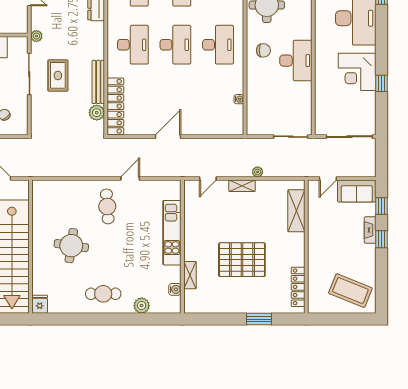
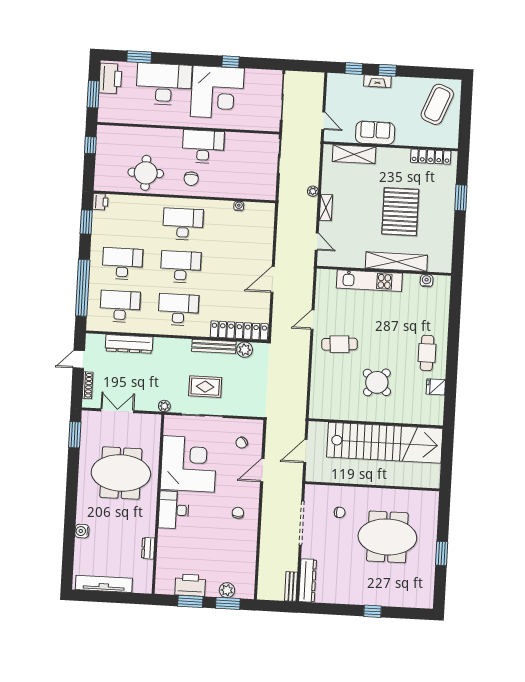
chair: (263, 50) -> (191, 179), turned 180
corner desk: (357, 72) -> (217, 92), width x1.36, depth x1.36
door: (168, 137) -> (273, 279), hinge flipped
door: (130, 178) -> (313, 320), hinge flipped
sofa: (357, 191) -> (375, 133), moved, turned -90
round table: (71, 246) -> (377, 382), turned 33
shelving: (190, 275) -> (396, 262), width x2.20, depth x1.33
fridge: (40, 304) -> (436, 387), moved
plant: (142, 306) -> (441, 315), removed

